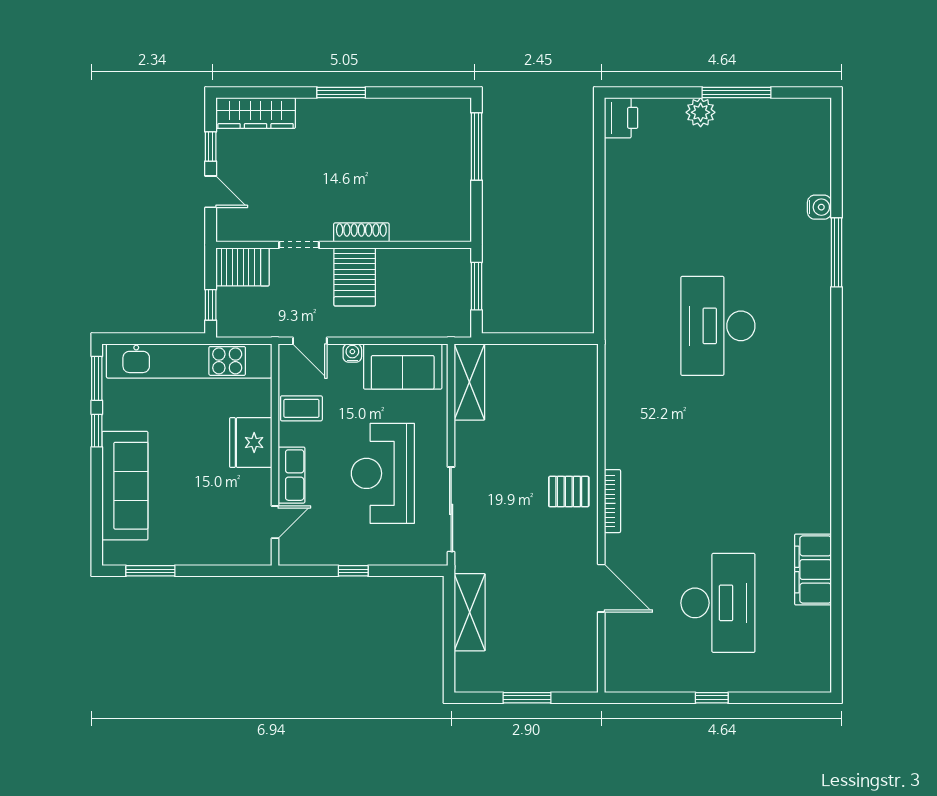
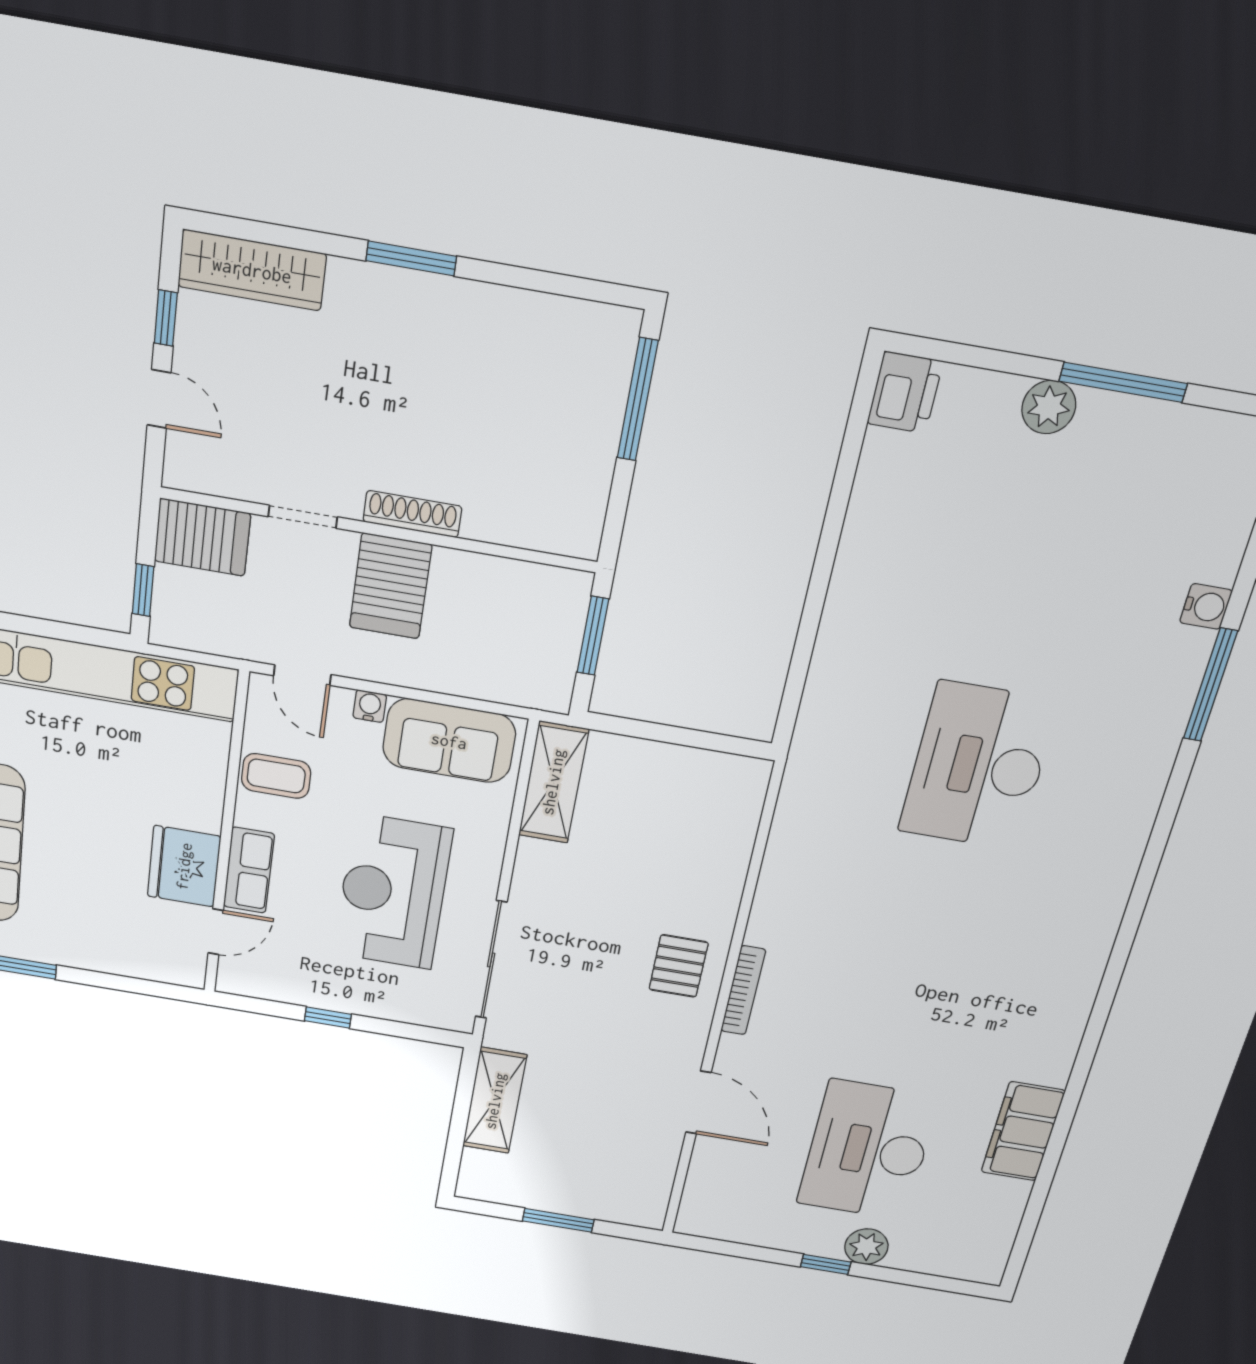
fridge: (251, 442) -> (184, 866), moved
pallet: (569, 492) -> (679, 966), turned 90
desk: (718, 603) -> (868, 1150), turned 180
plant: (735, 678) -> (866, 1247), added

